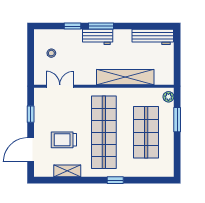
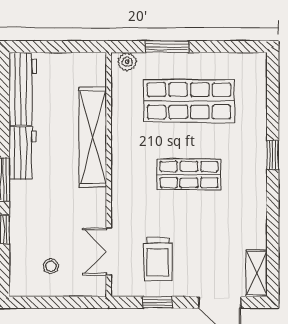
workbench: (98, 37) -> (23, 153), moved
shop shelf: (104, 132) -> (189, 175), width x0.50, depth x0.74
trolley: (64, 140) -> (158, 259), moved
shelving: (67, 171) -> (257, 273), moved

